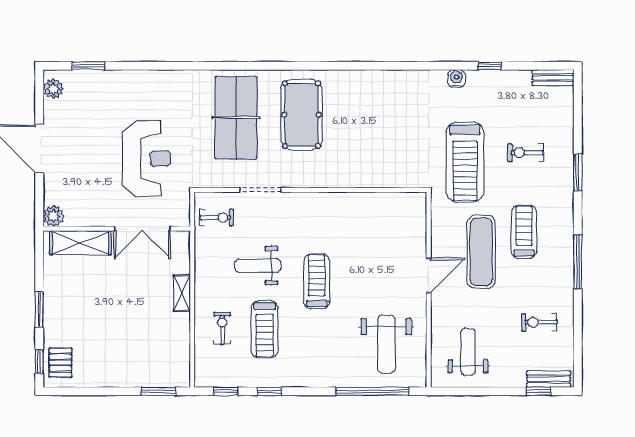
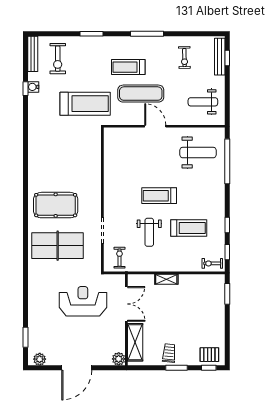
water cooler: (456, 78) -> (33, 87), moved
bench: (553, 78) -> (33, 54), width x1.36
exercise bike: (526, 153) -> (58, 59), moved, width x1.38, depth x1.39
trolley: (63, 298) -> (169, 353), added
exercise bike: (222, 328) -> (212, 263), moved
bench: (549, 379) -> (220, 57), width x1.36

